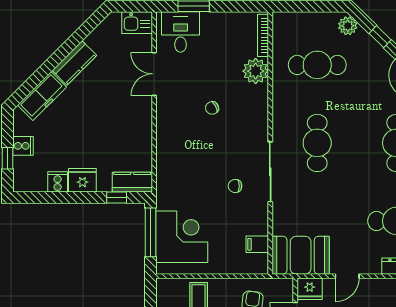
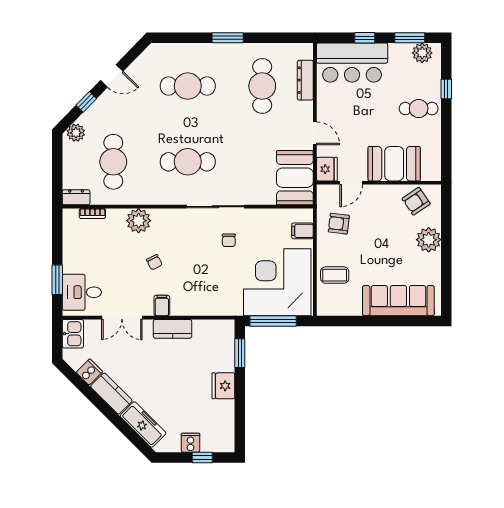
dresser: (280, 26) -> (76, 197), added
bookcase: (263, 35) -> (92, 214), width x0.64
plant: (256, 71) -> (139, 221), moved
filing cabinet: (167, 116) -> (162, 306), added
cooker: (58, 182) -> (89, 372), moved, turned 135
kitchen counter: (132, 182) -> (173, 329), moved, turned -90
window: (117, 197) -> (240, 353), width x1.50
corner desk: (182, 237) -> (277, 282), width x1.36, depth x1.36
filing cabinet: (257, 244) -> (302, 231), moved, turned 90

